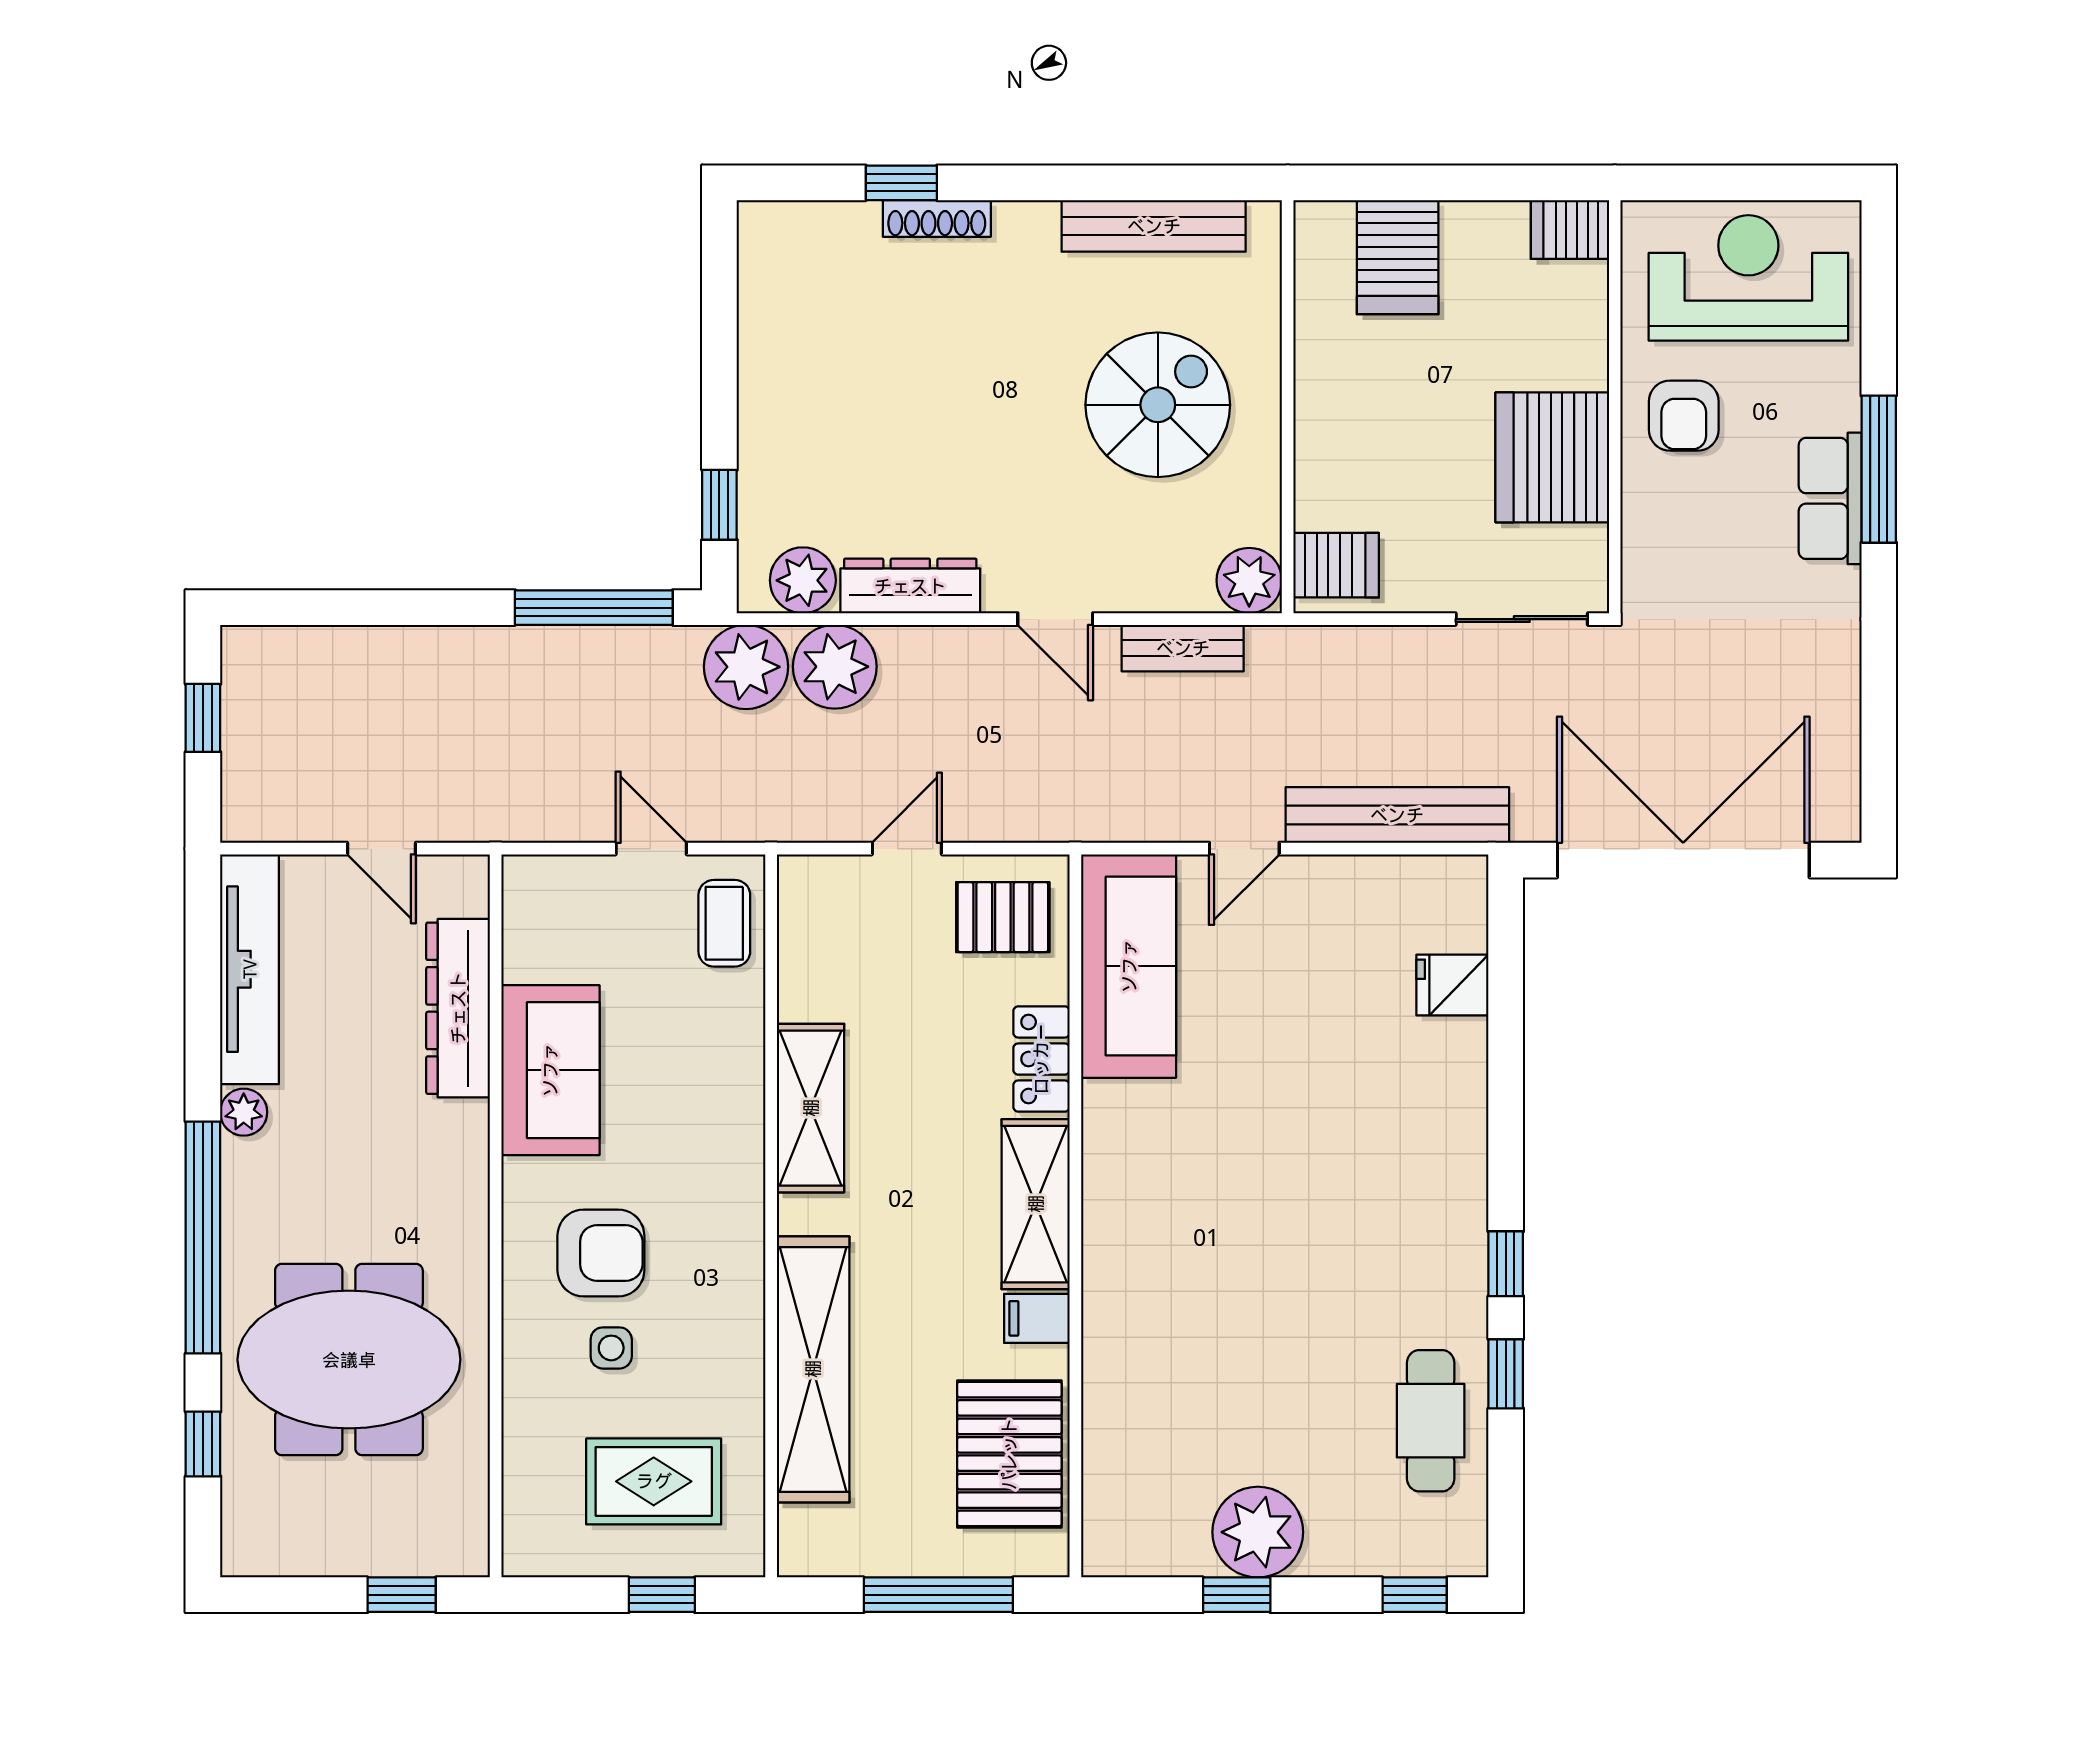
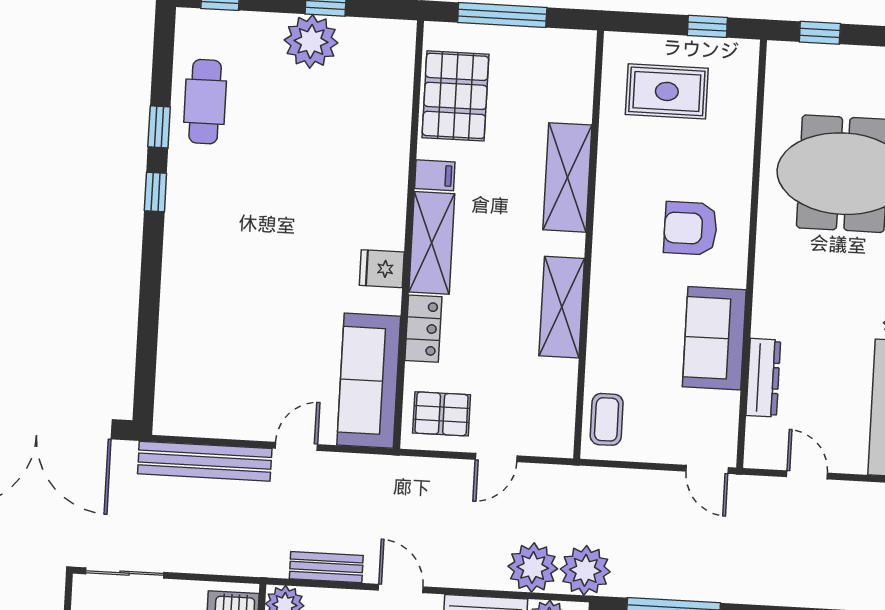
door: (651, 849) -> (707, 469), moved
fridge: (1452, 985) -> (382, 269), moved, turned 180
dresser: (458, 1008) -> (763, 378), width x0.73, depth x0.80
side table: (611, 1348) -> (688, 172), removed
shelving: (813, 1369) -> (567, 177), width x0.68
window: (662, 1595) -> (707, 26), moved

